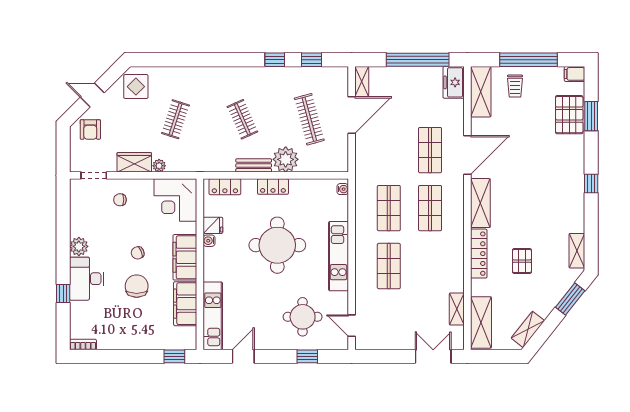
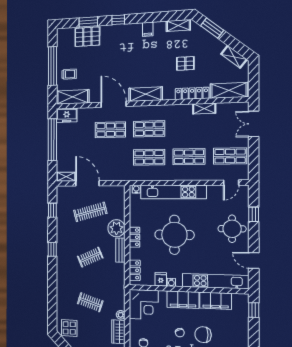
window: (275, 60) -> (52, 249), moved
filing cabinet: (574, 74) -> (148, 29), moved
window: (591, 184) -> (118, 20), moved
locker: (479, 254) -> (192, 93), moved
kitchen unit: (339, 256) -> (173, 192), width x1.36
shelving: (457, 309) -> (204, 108), moved
kitchen unit: (213, 316) -> (215, 281), width x1.36
round table: (303, 317) -> (232, 229), moved
shop shelf: (389, 324) -> (230, 156), added

